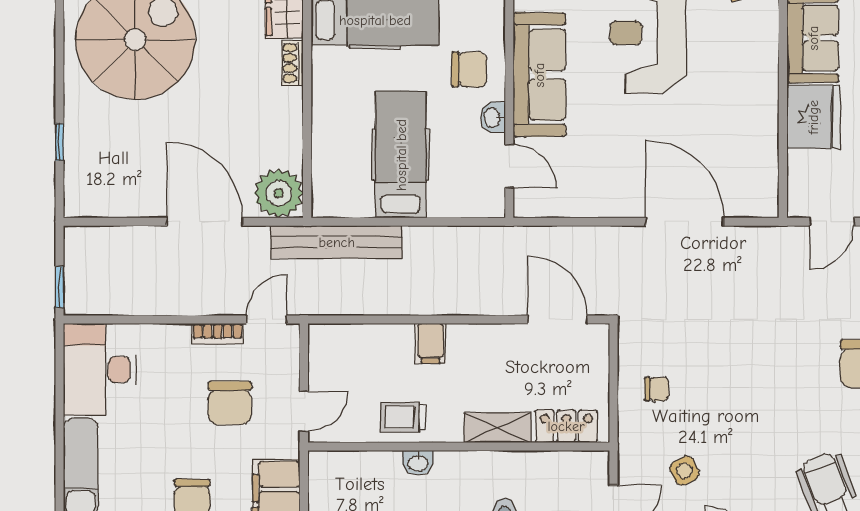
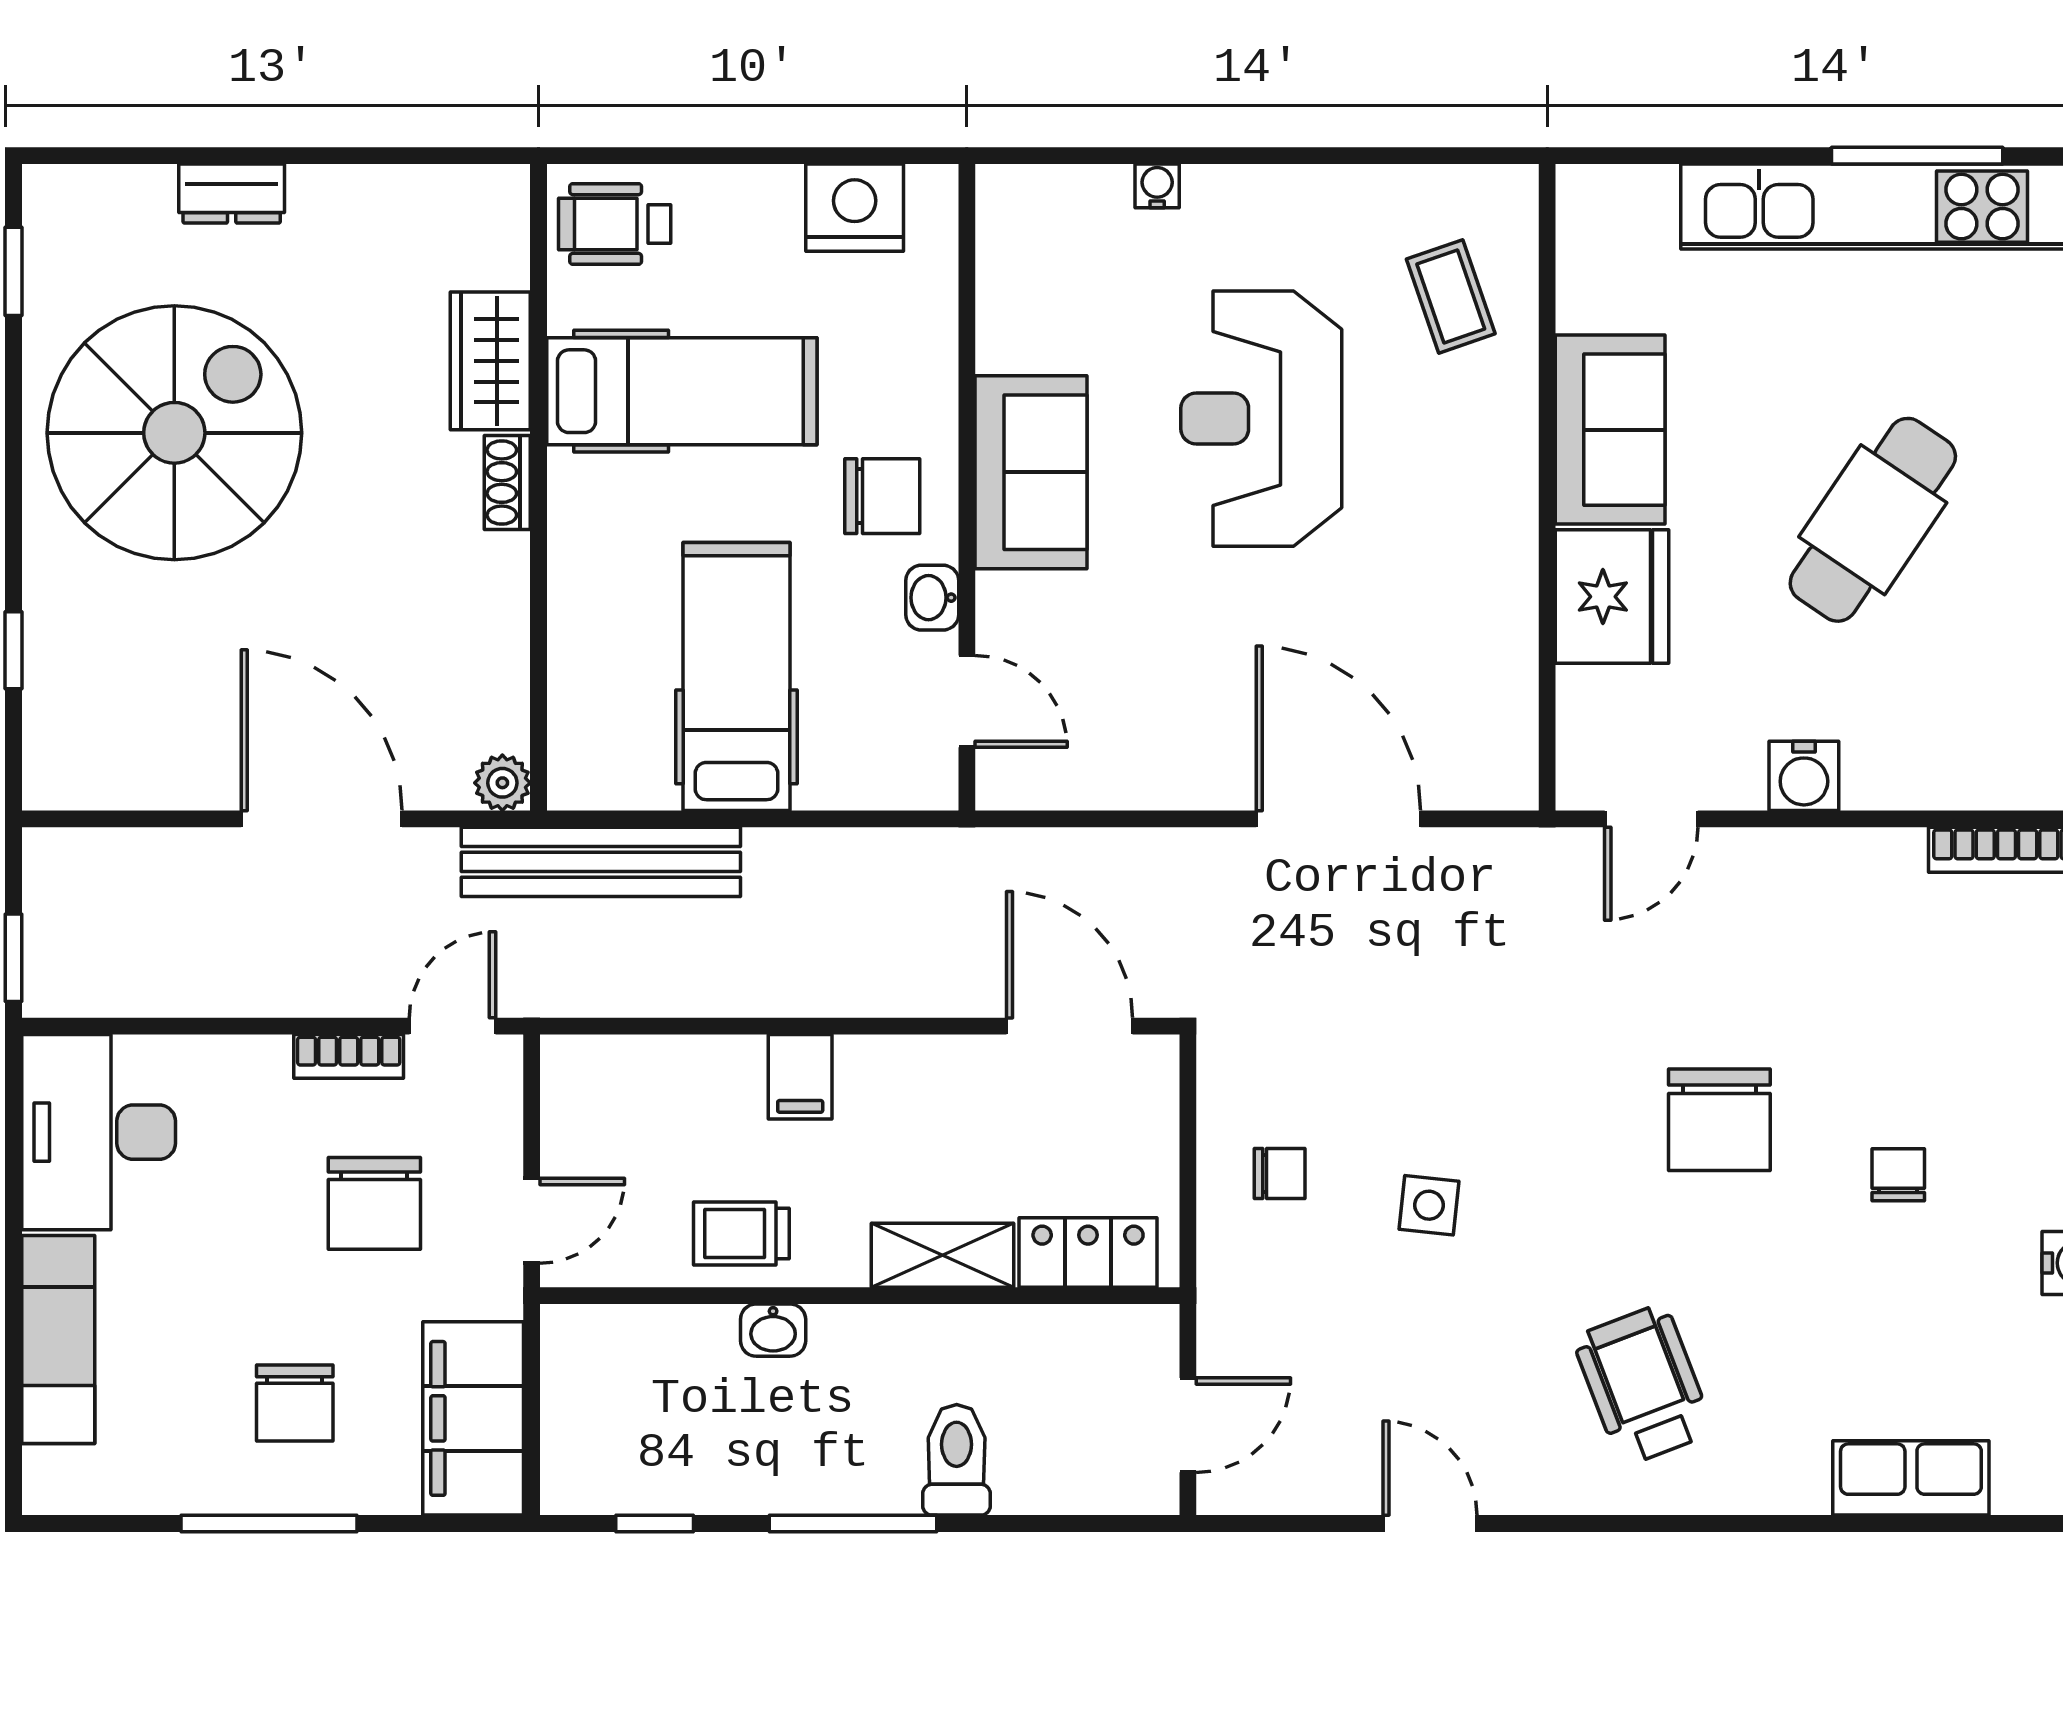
sofa: (539, 75) -> (1031, 472), width x0.73
plant: (279, 193) -> (502, 783), width x0.53, depth x0.53
side table: (684, 471) -> (1429, 1205), moved, turned 33

